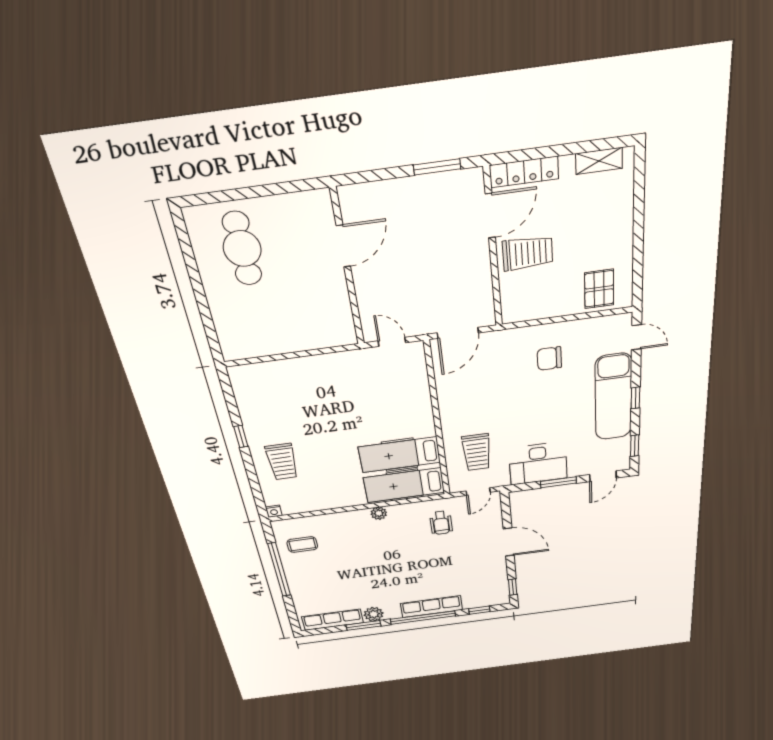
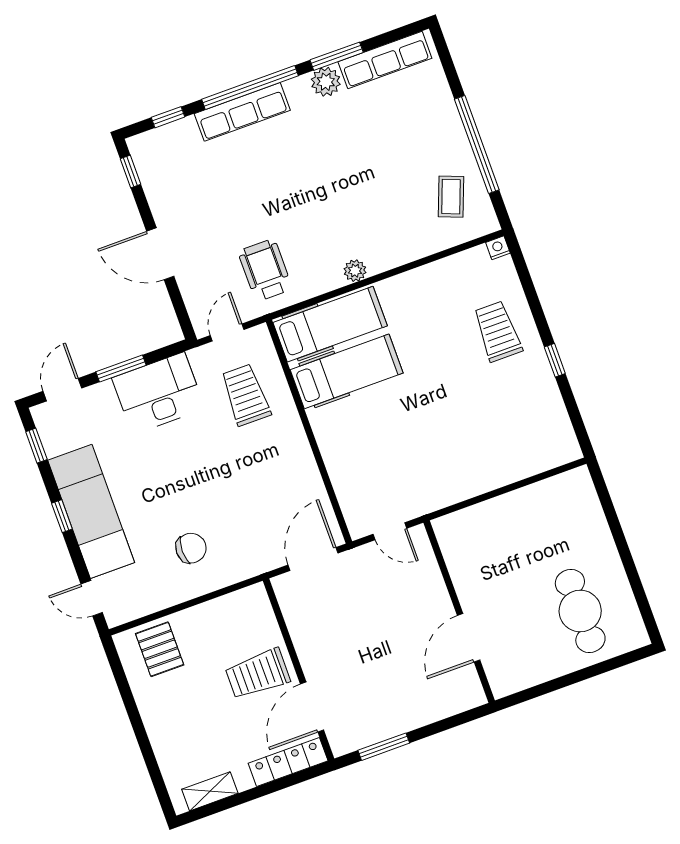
wheelchair: (441, 523) -> (265, 270), width x1.36, depth x1.37
coffee table: (302, 545) -> (451, 197), turned -69

